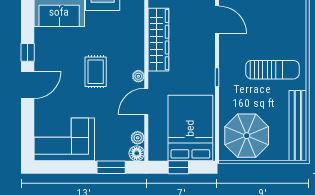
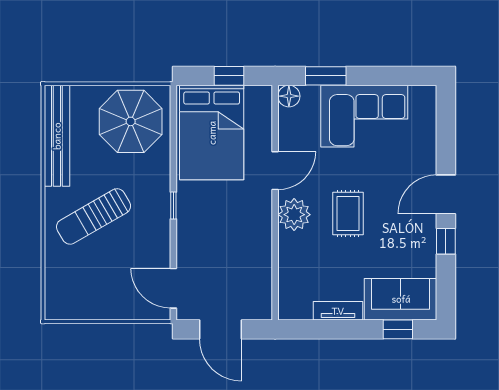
wardrobe: (158, 40) -> (258, 260), removed
sun lounger: (272, 70) -> (94, 216), turned -30
plant: (138, 76) -> (294, 215), width x1.87, depth x1.87
plant: (138, 138) -> (288, 118), removed
corner sofa: (64, 139) -> (364, 116), moved

